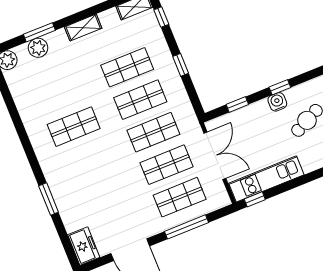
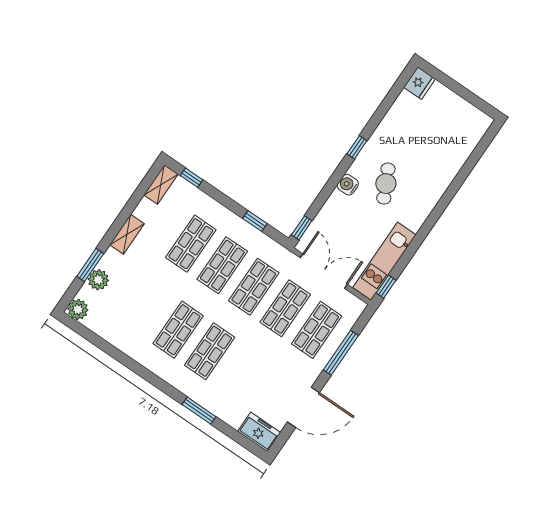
window: (181, 65) -> (255, 221), moved
window: (280, 87) -> (357, 147), moved
window: (237, 104) -> (302, 228), moved
shop shelf: (87, 159) -> (210, 351), added

